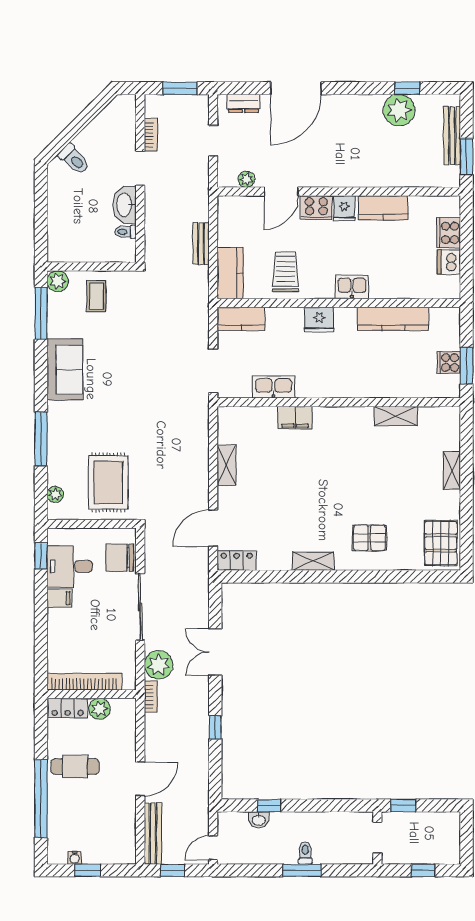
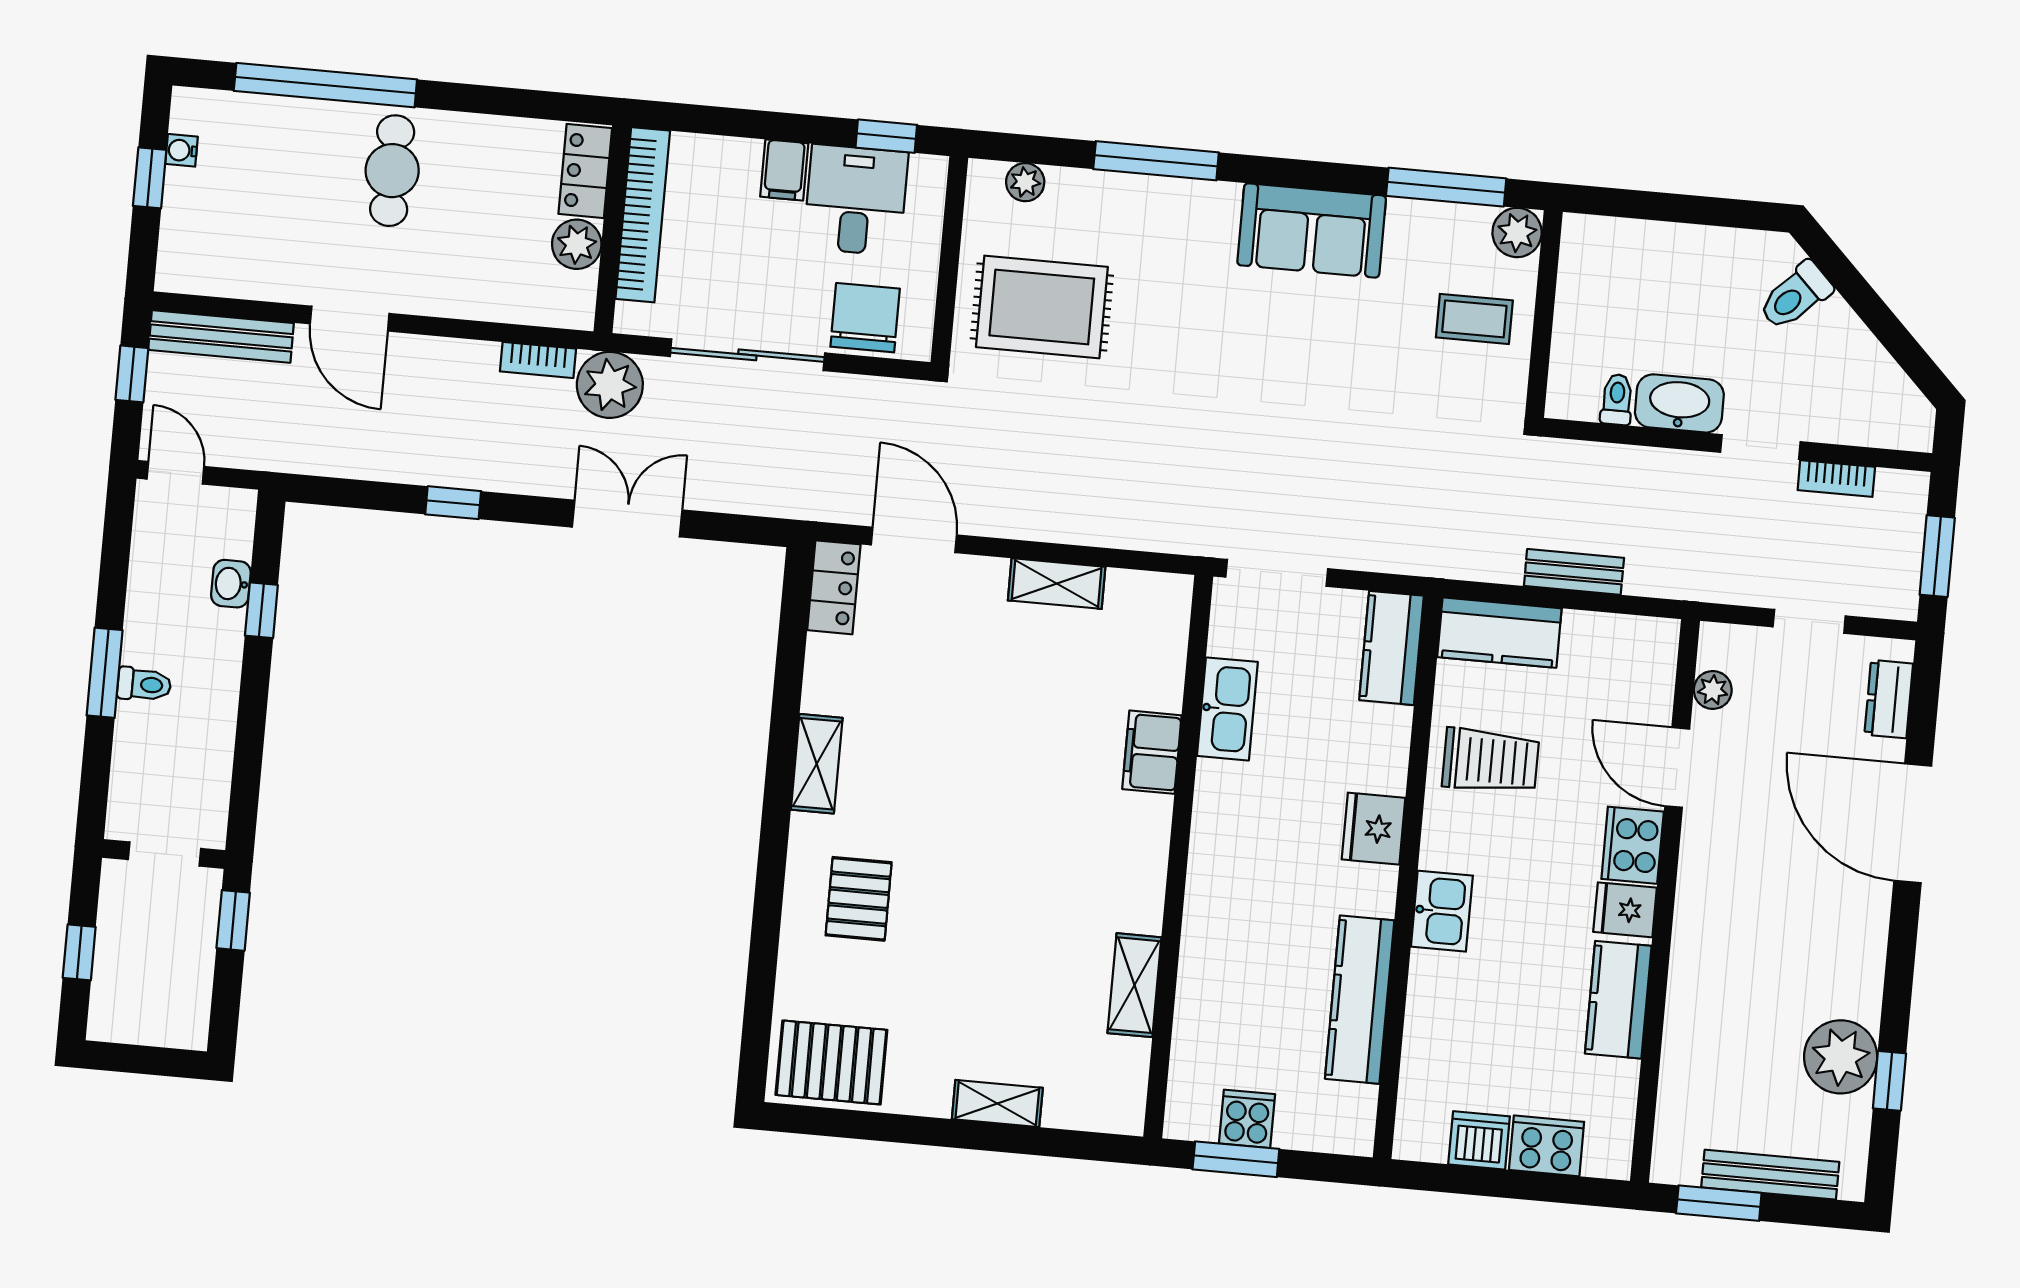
bookcase: (84, 682) -> (643, 215), moved
wall: (92, 694) -> (612, 229), moved
locker: (68, 708) -> (585, 171), moved
plant: (99, 709) -> (577, 244), moved

